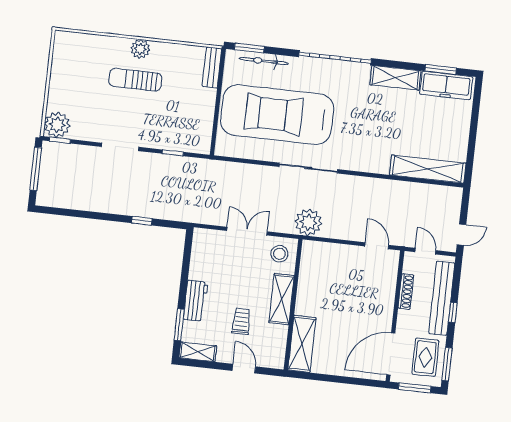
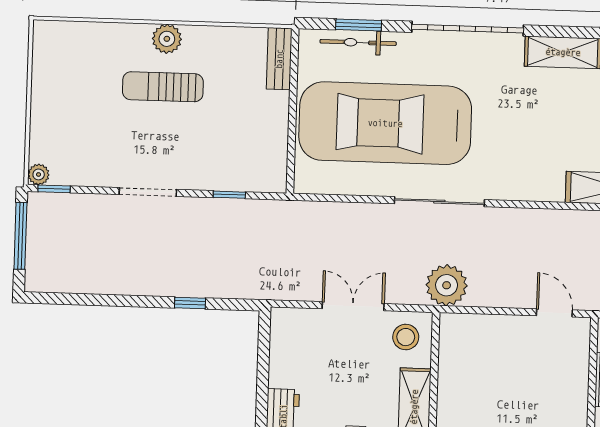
window: (249, 48) -> (359, 25), moved
plant: (57, 125) -> (39, 174), width x0.53, depth x0.53

